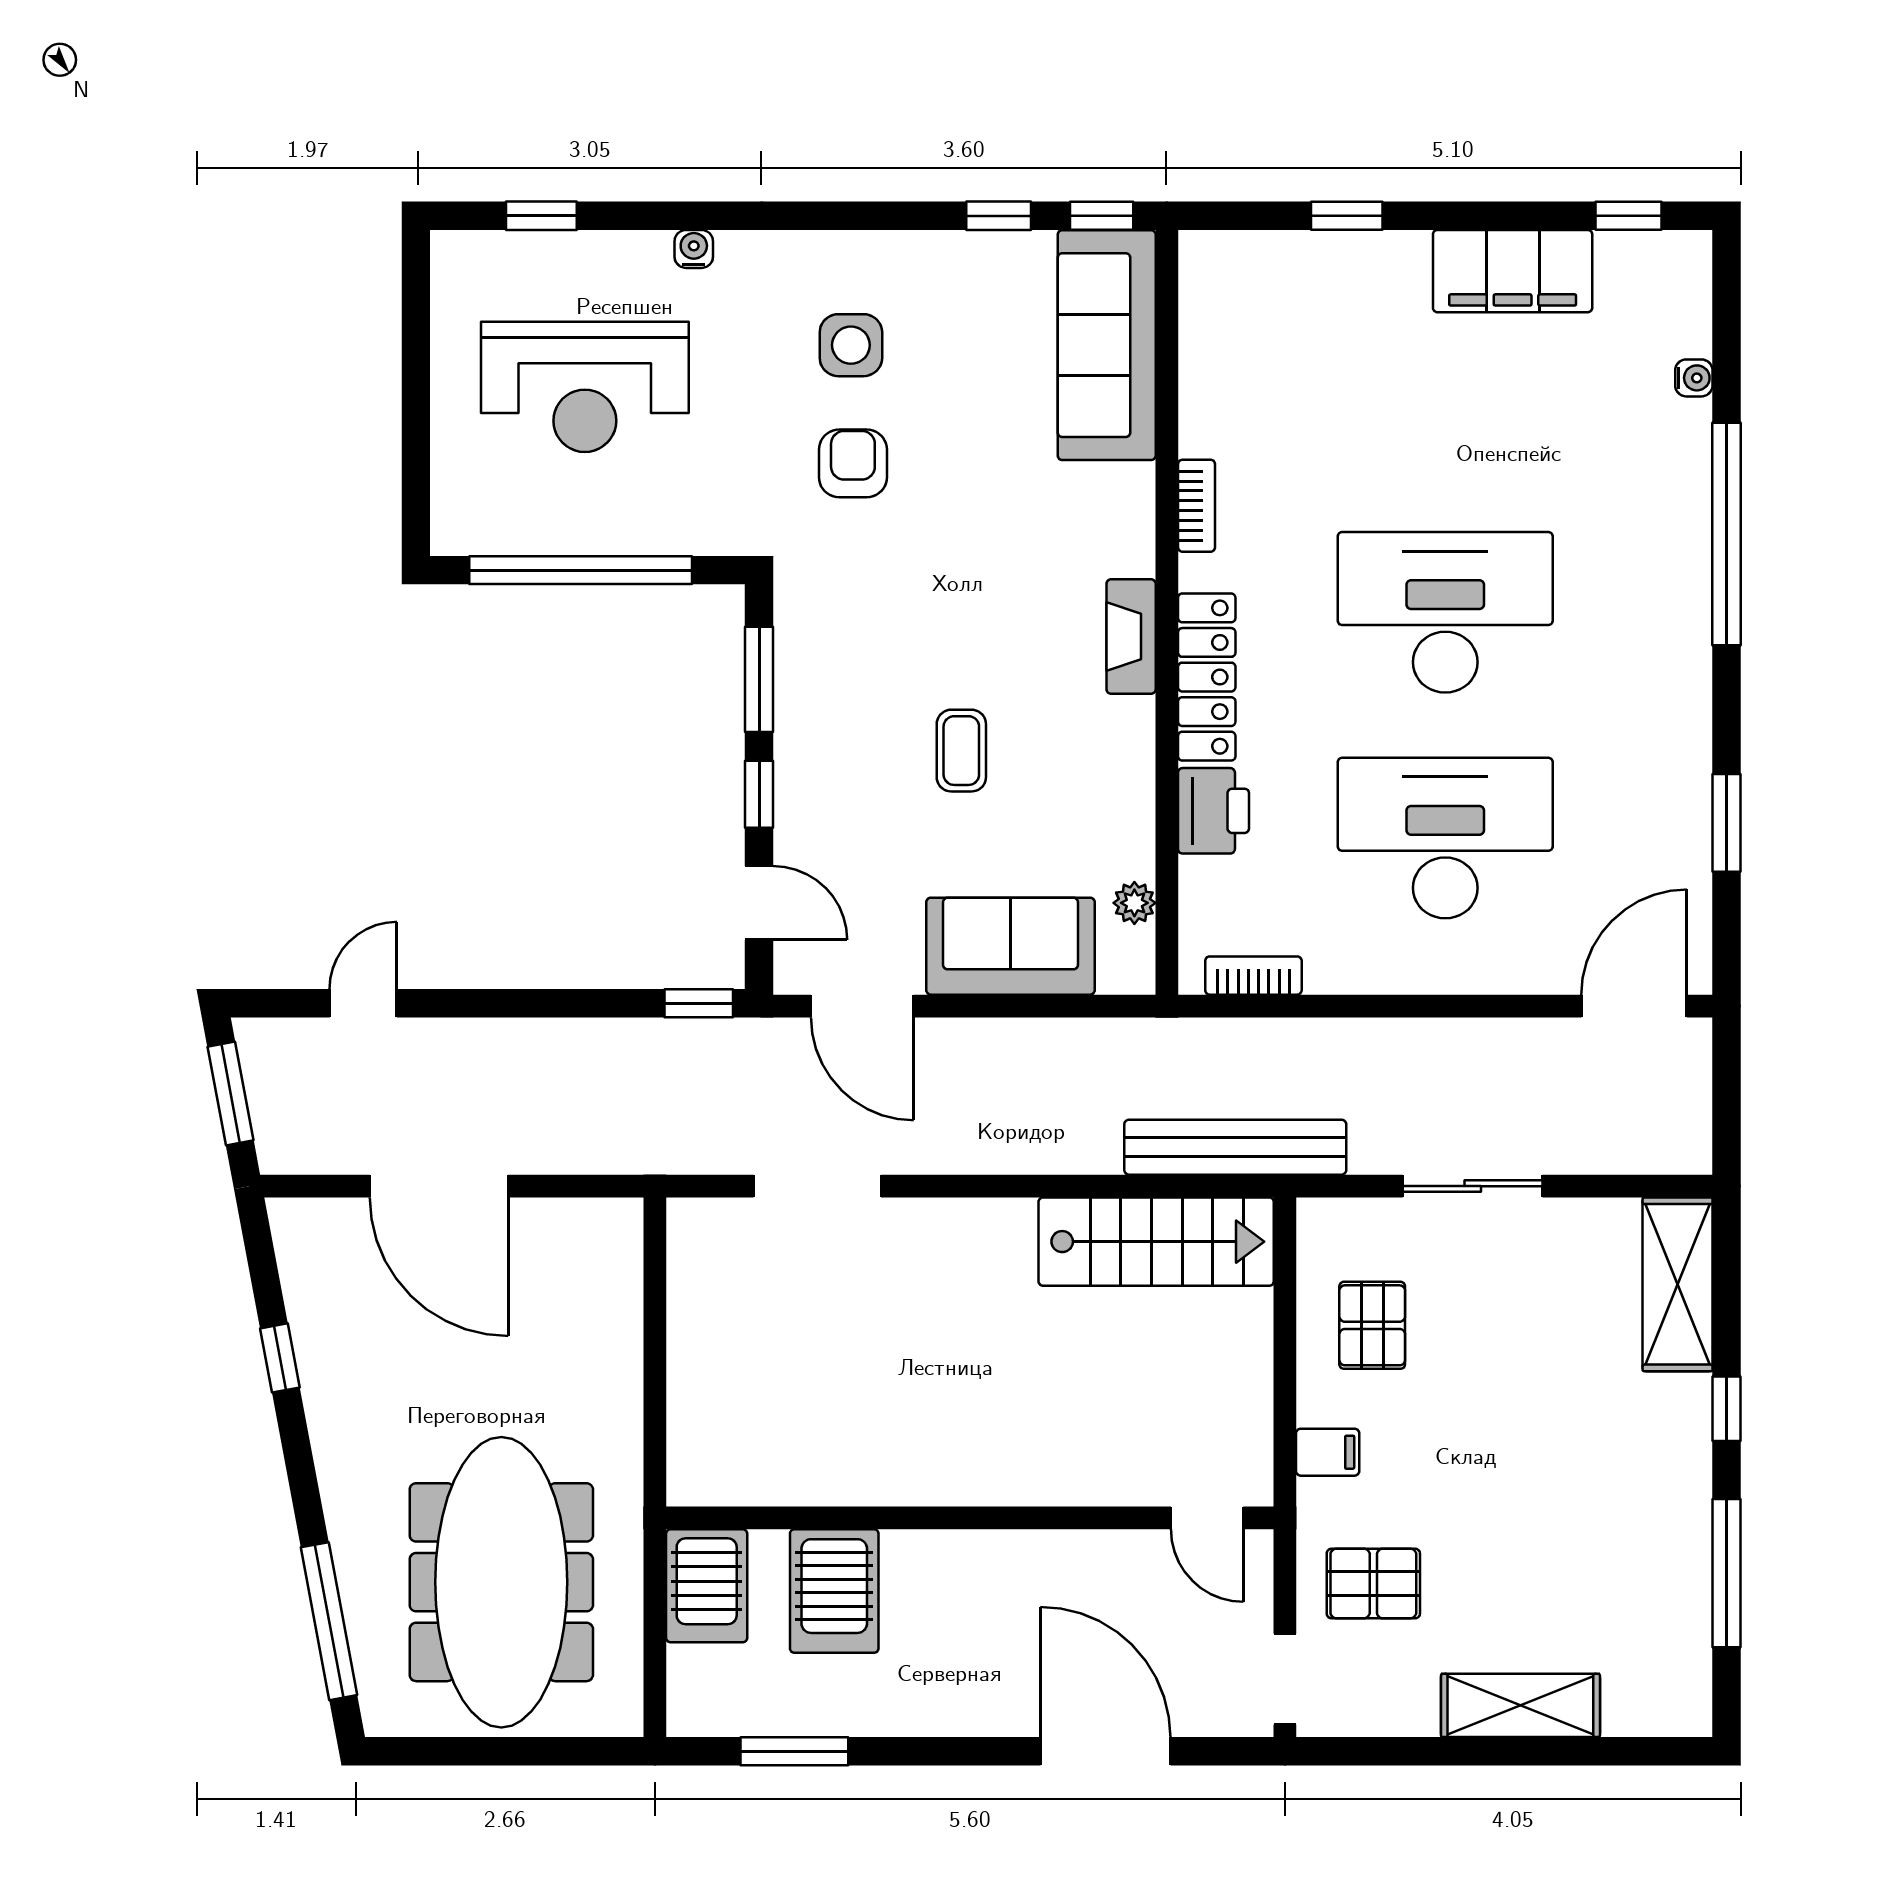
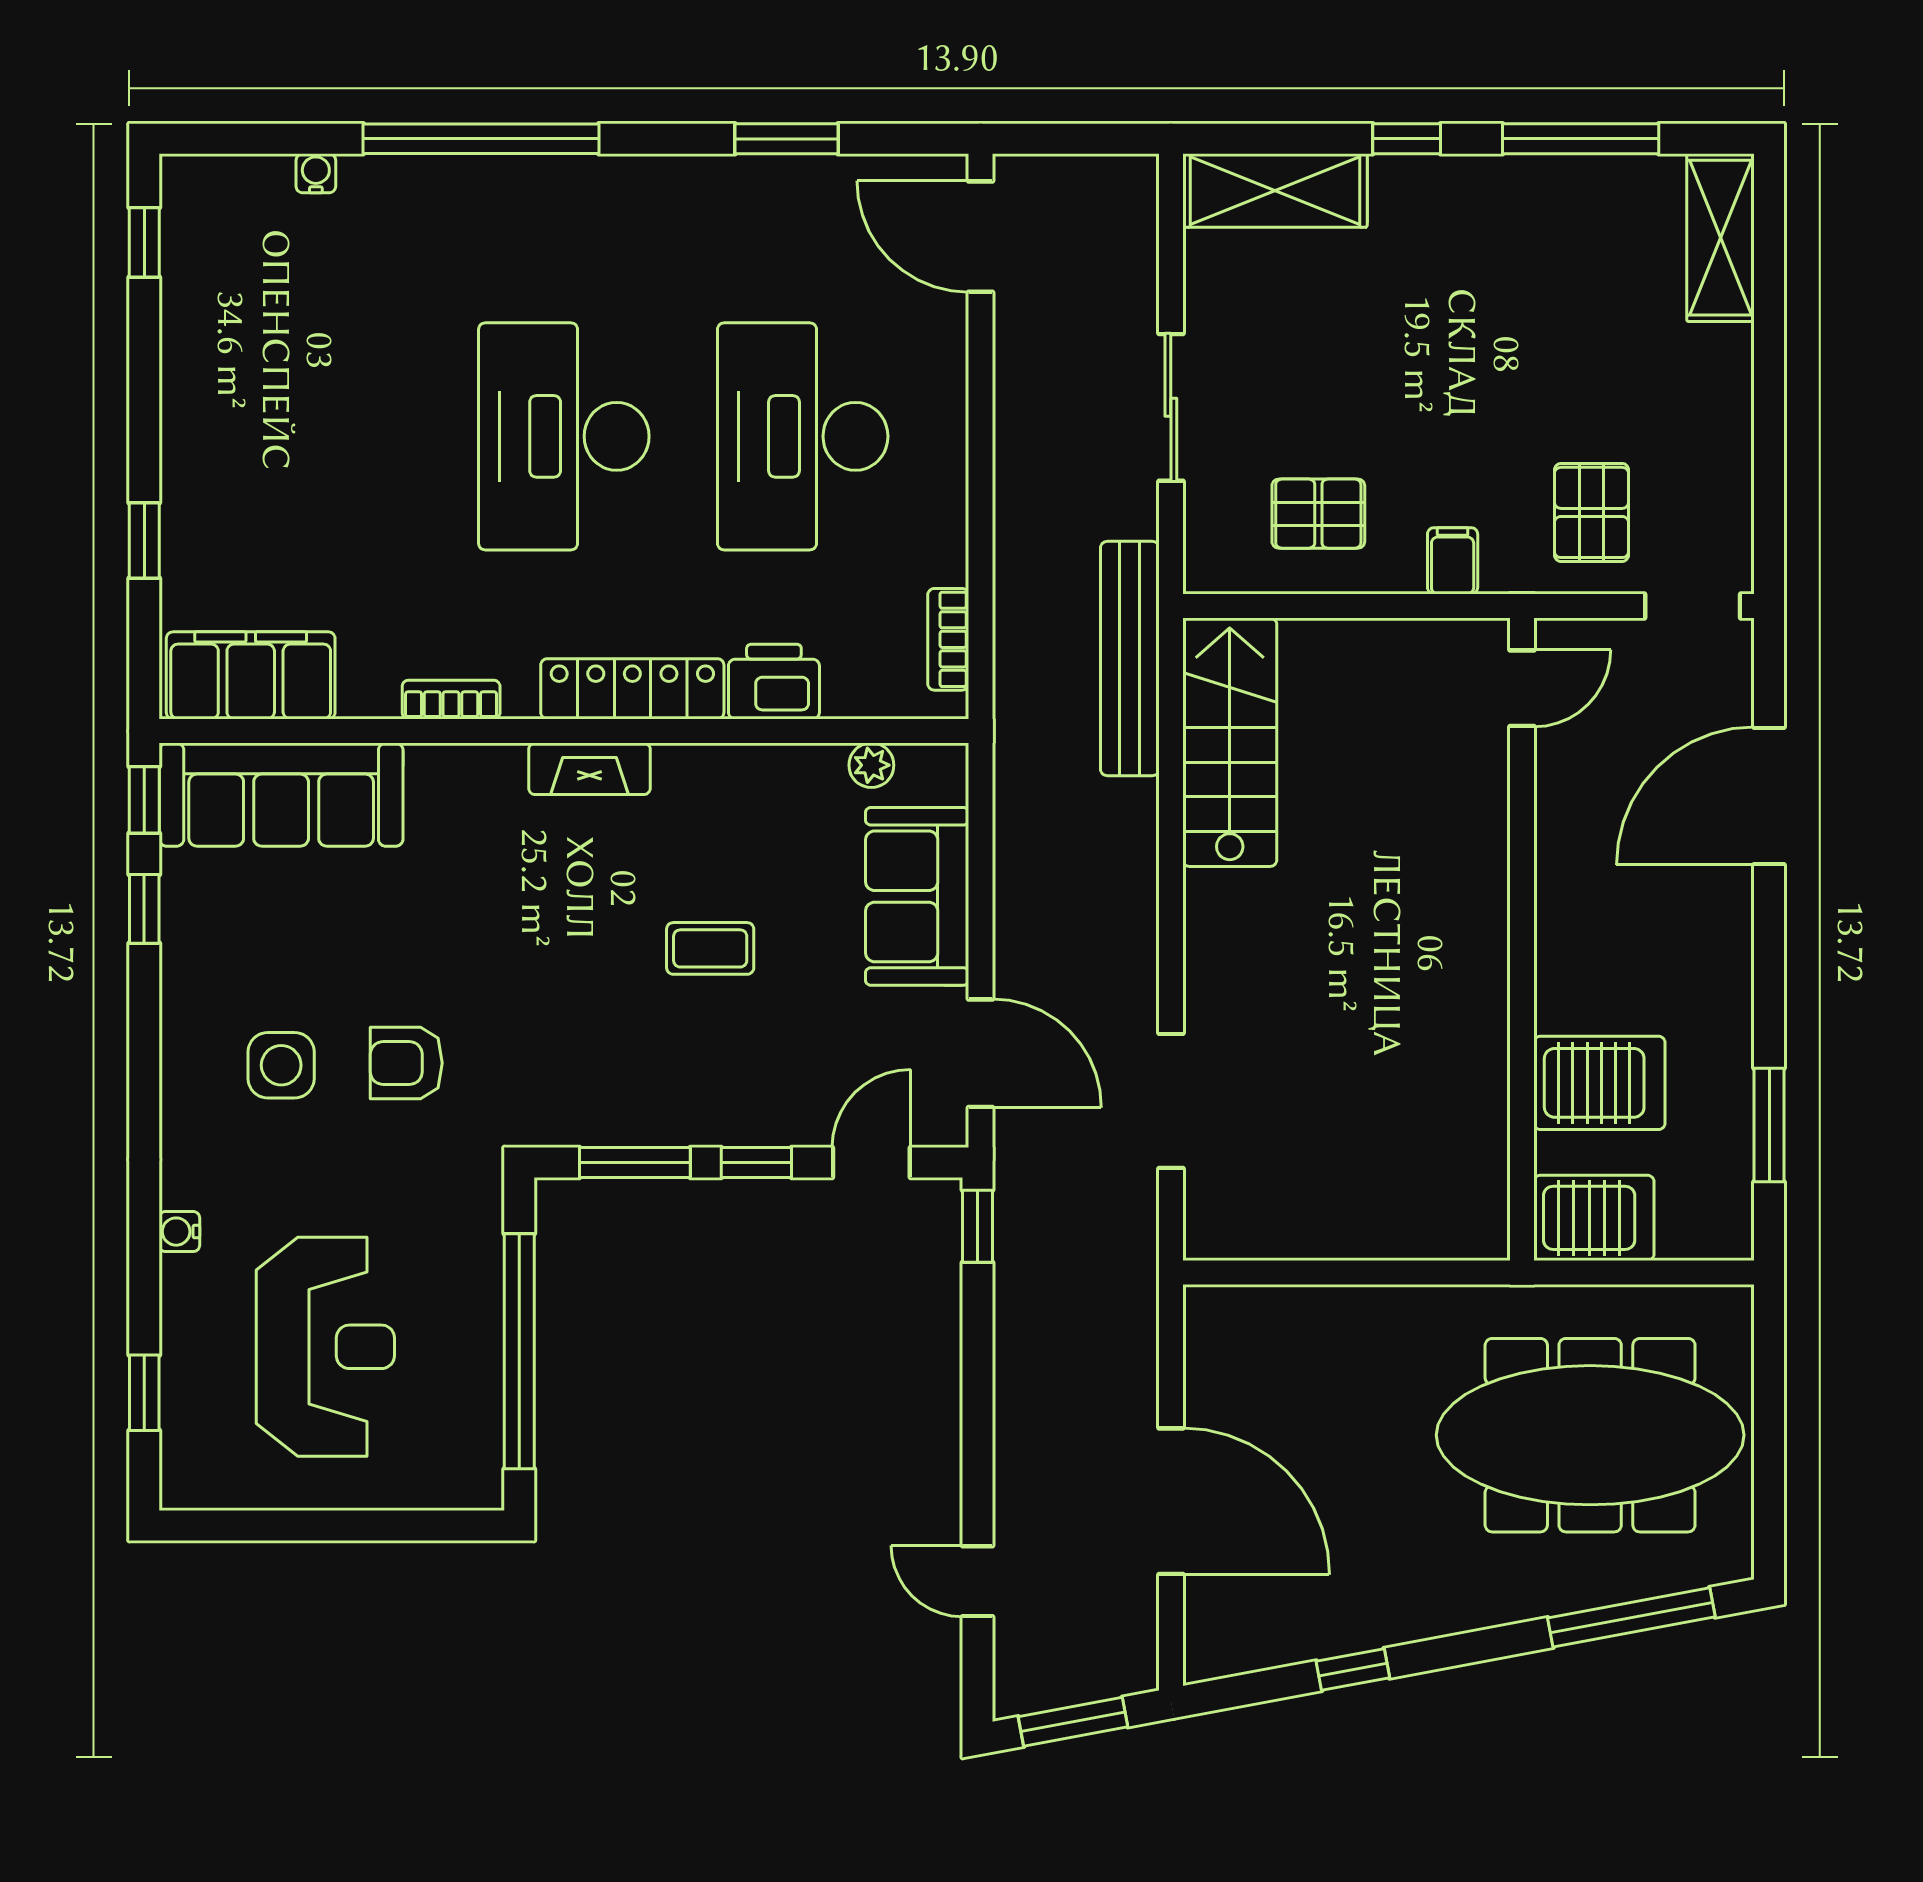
filing cabinet: (1513, 271) -> (251, 675), moved, turned -90
door: (862, 1006) -> (980, 1053), hinge flipped
door: (439, 1186) -> (1171, 1501), hinge flipped
shelving: (1520, 1705) -> (1721, 238), moved

